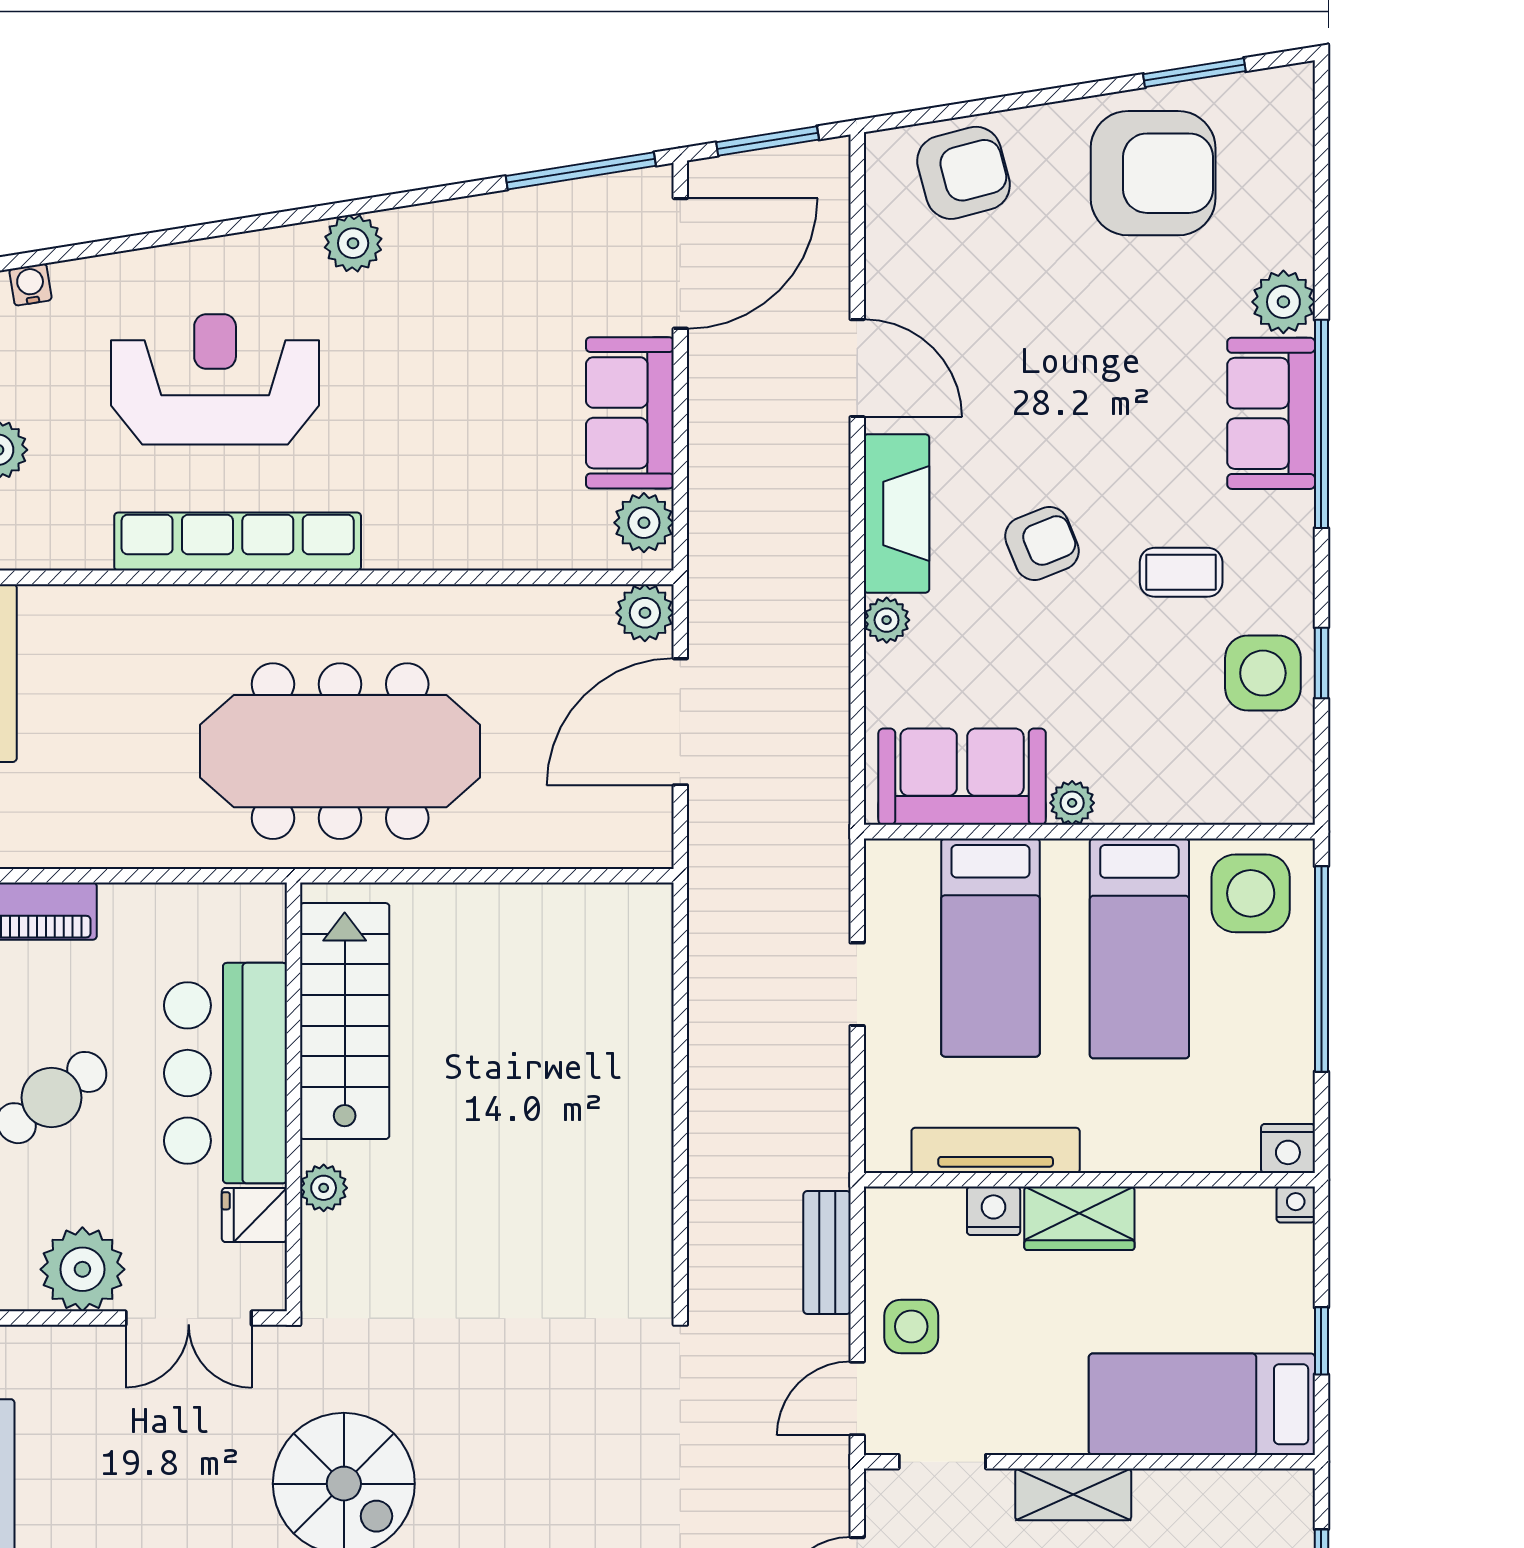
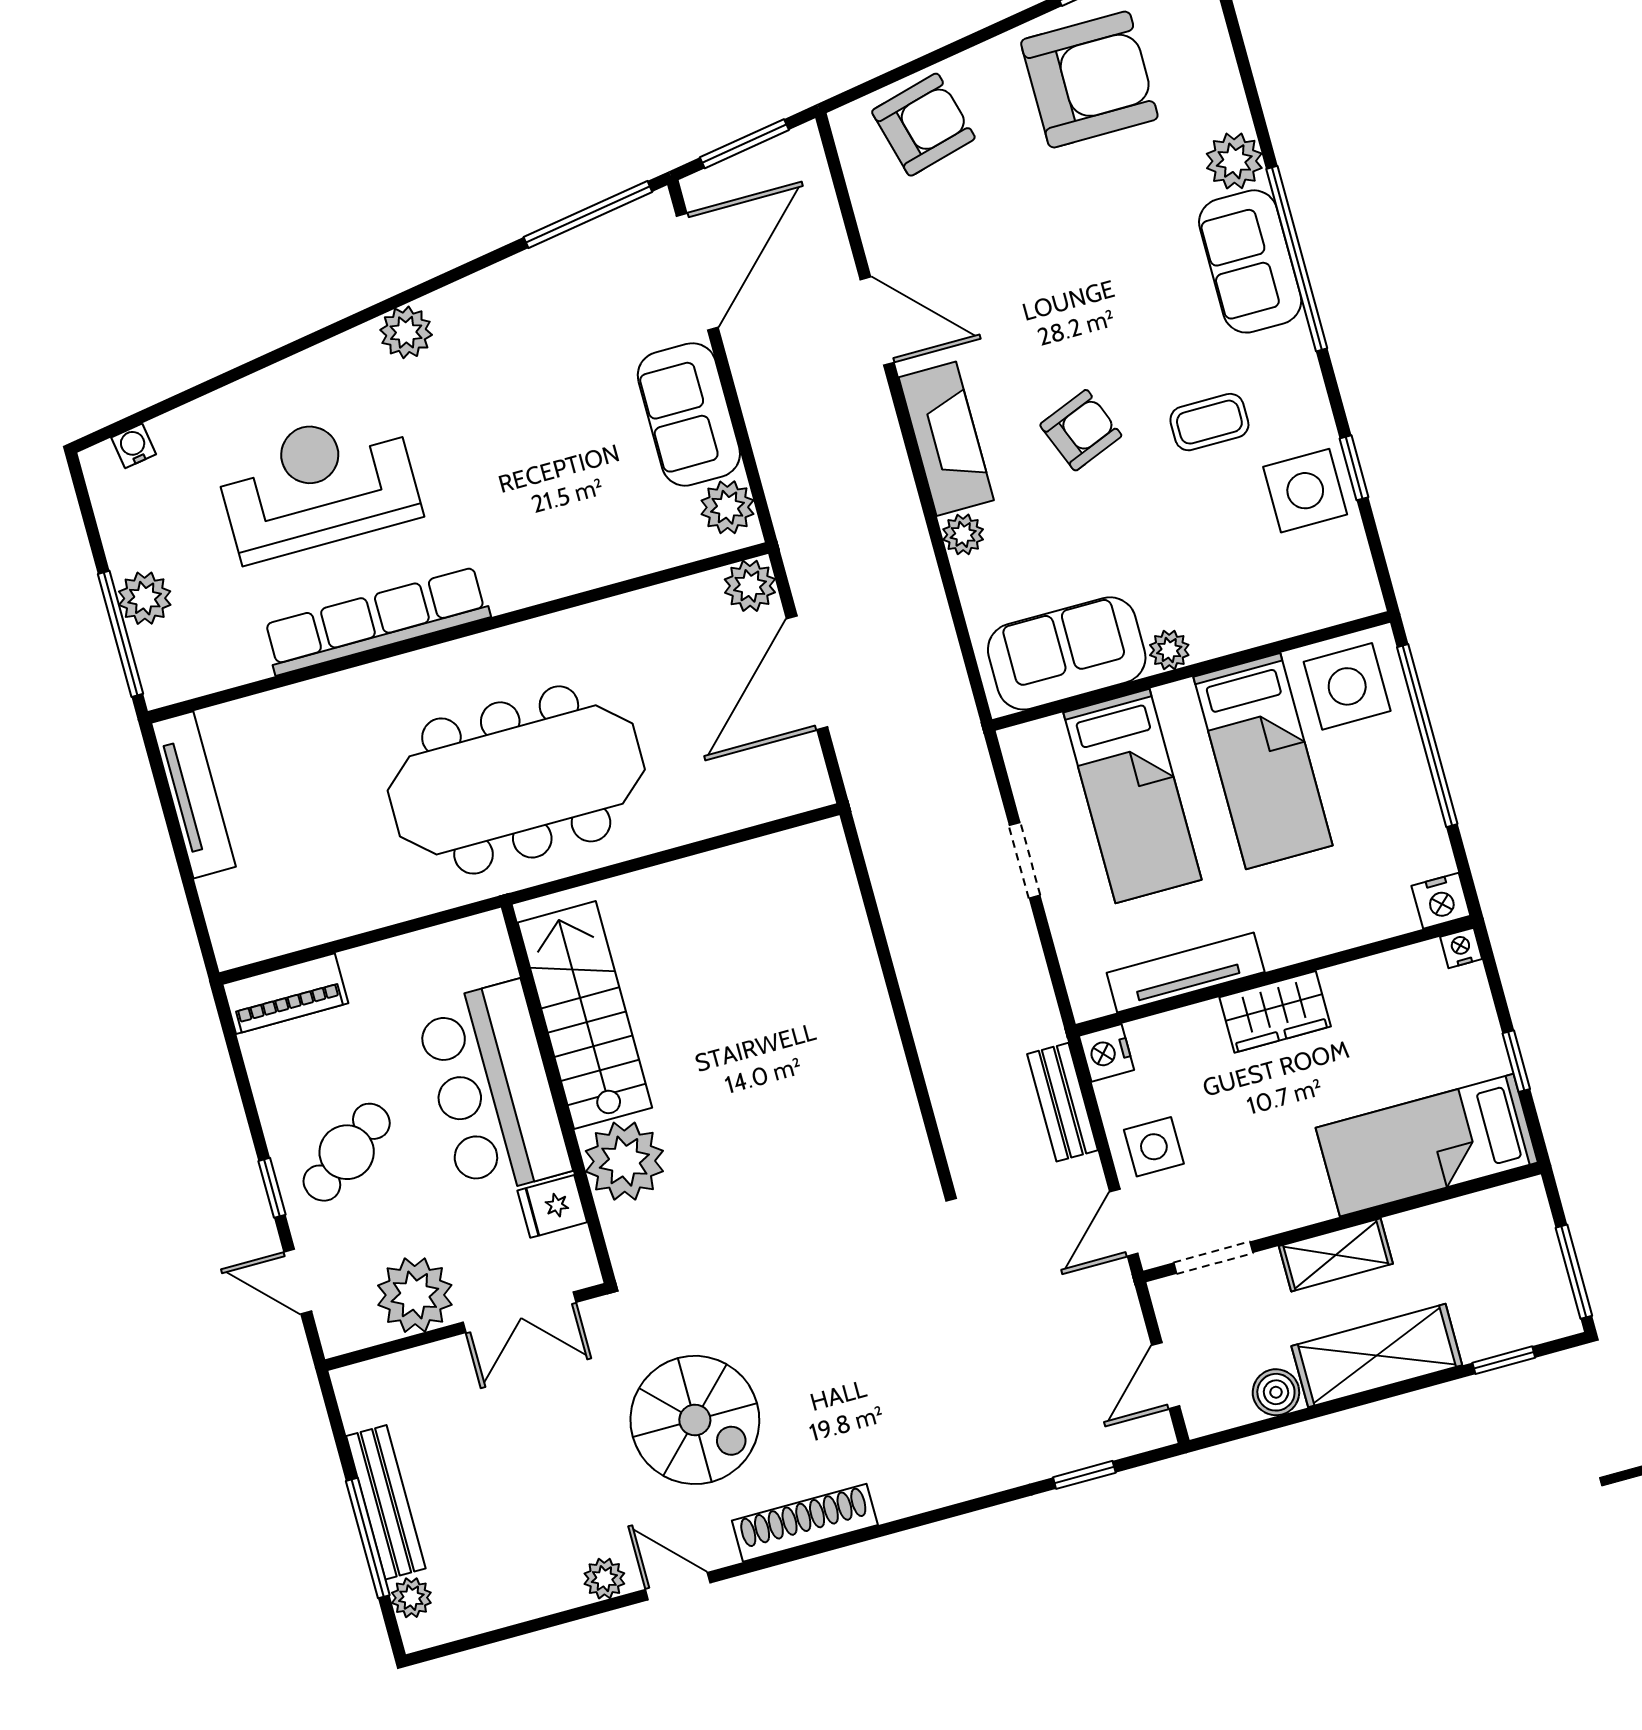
plant: (324, 1188) -> (624, 1161), width x1.88, depth x1.88
nightstand: (994, 1211) -> (1106, 1053), moved, turned -90

